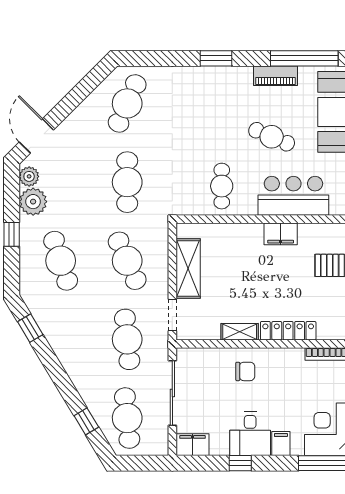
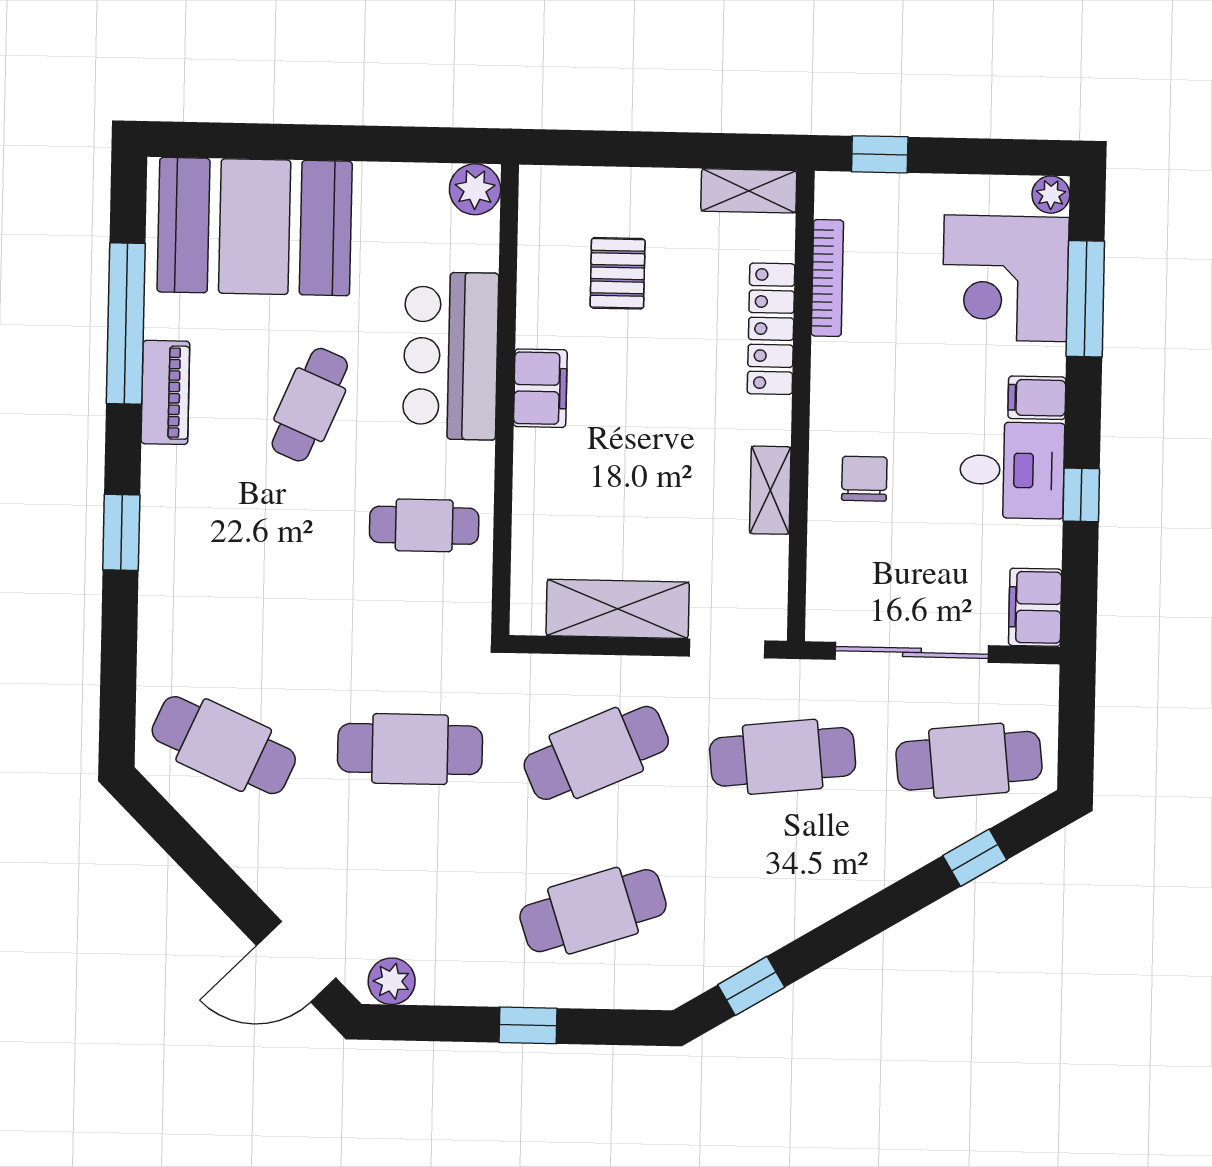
plant: (33, 202) -> (452, 973), removed
locker: (288, 331) -> (771, 329), moved

